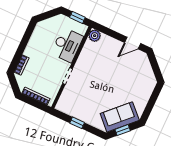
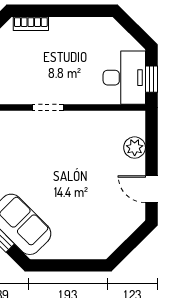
plant: (95, 36) -> (135, 148), moved
desk: (67, 45) -> (124, 78), moved, turned -90

